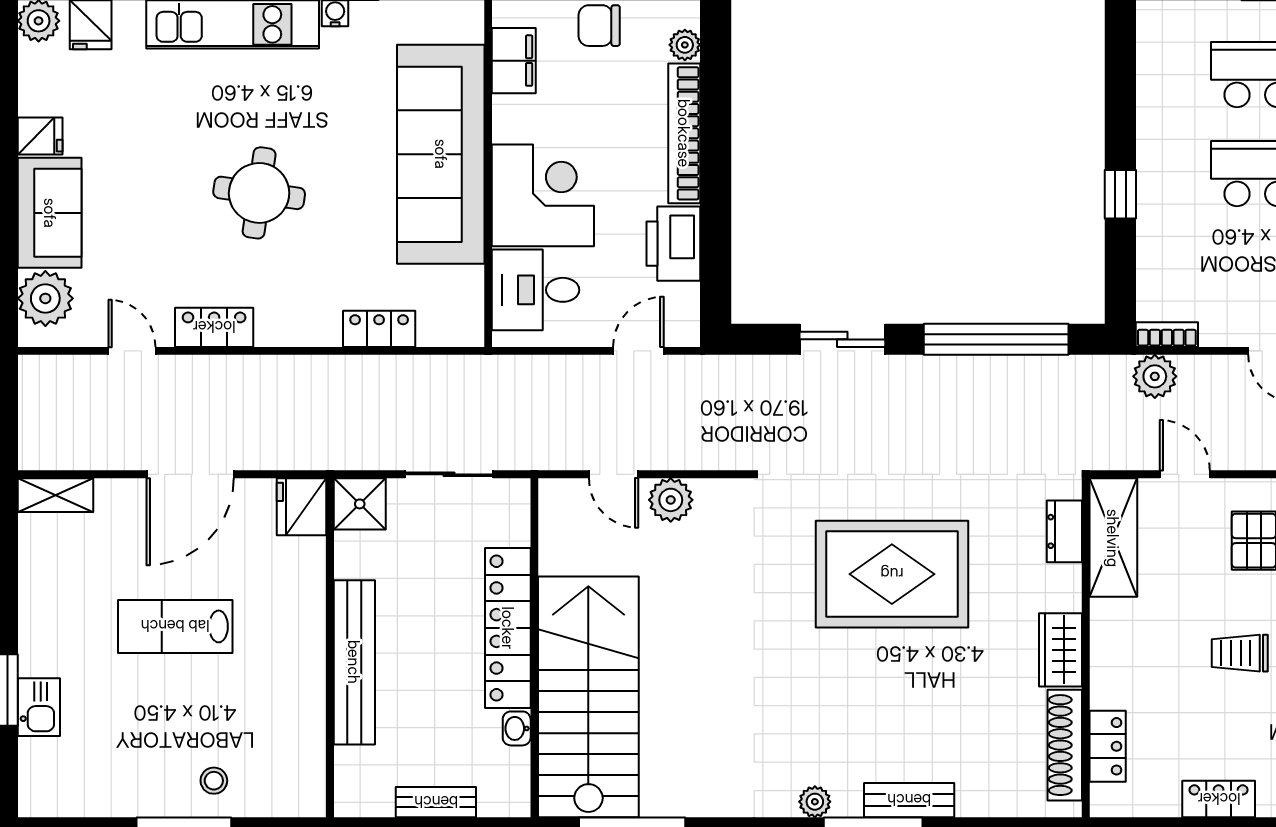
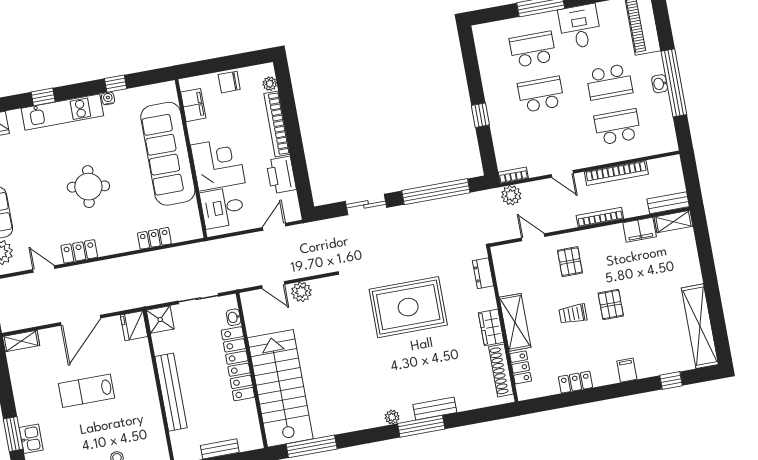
shelving: (1113, 538) -> (515, 322), moved
washbasin: (517, 728) -> (234, 317), moved

